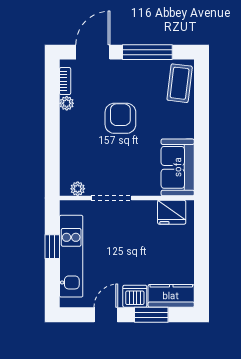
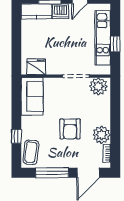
plant: (67, 103) -> (102, 135), width x1.88, depth x1.88
window: (201, 107) -> (16, 136), added
plant: (78, 189) -> (98, 86), width x1.88, depth x1.88

